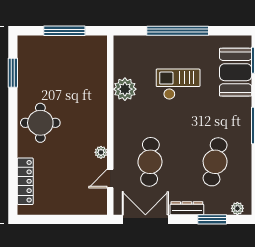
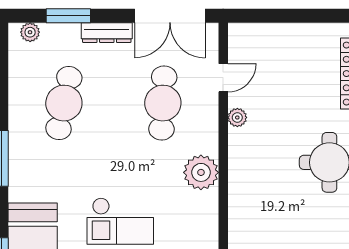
plant: (125, 89) -> (201, 172), moved

